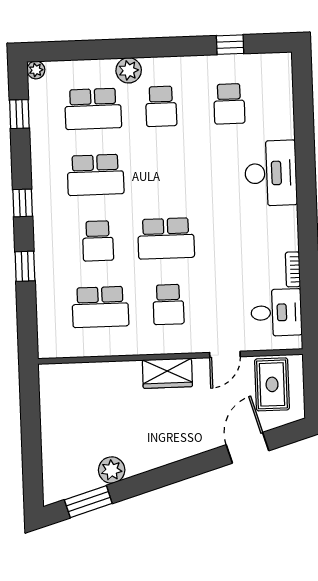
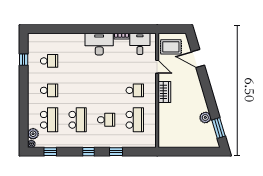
plant: (129, 70) -> (33, 134), moved
desk: (271, 173) -> (99, 44), moved
school desk: (166, 238) -> (106, 90), removed

